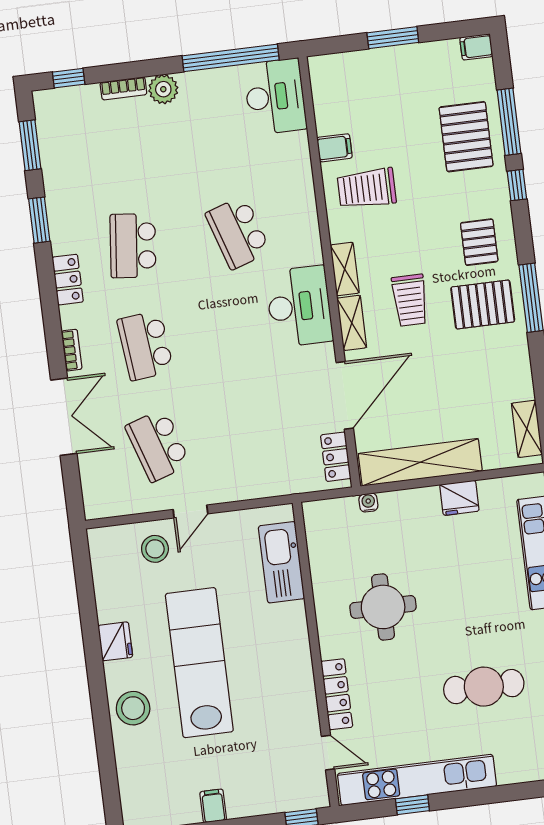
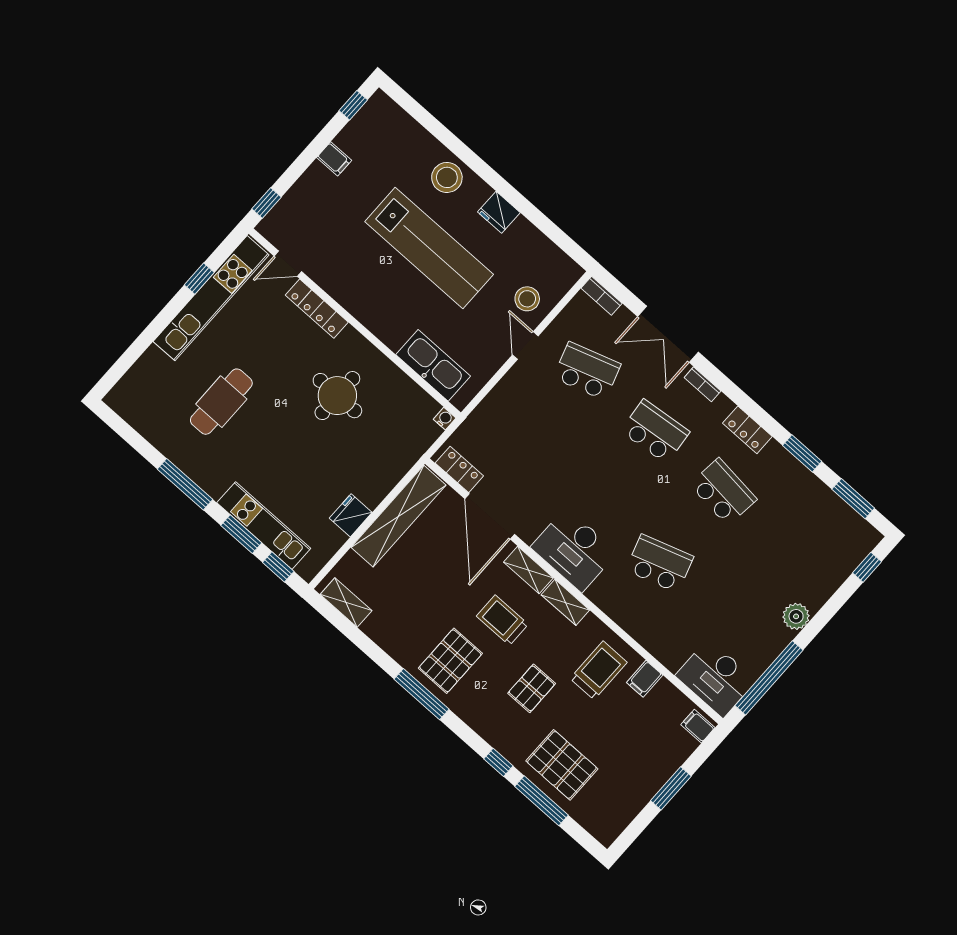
filing cabinet: (476, 47) -> (698, 726), moved, turned -90
bookcase: (123, 88) -> (602, 296), moved, turned -90
pallet: (479, 242) -> (532, 688), moved, turned 90
water cooler: (368, 503) -> (445, 419), moved, turned -90

